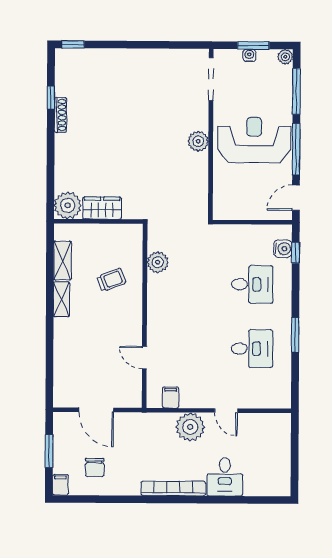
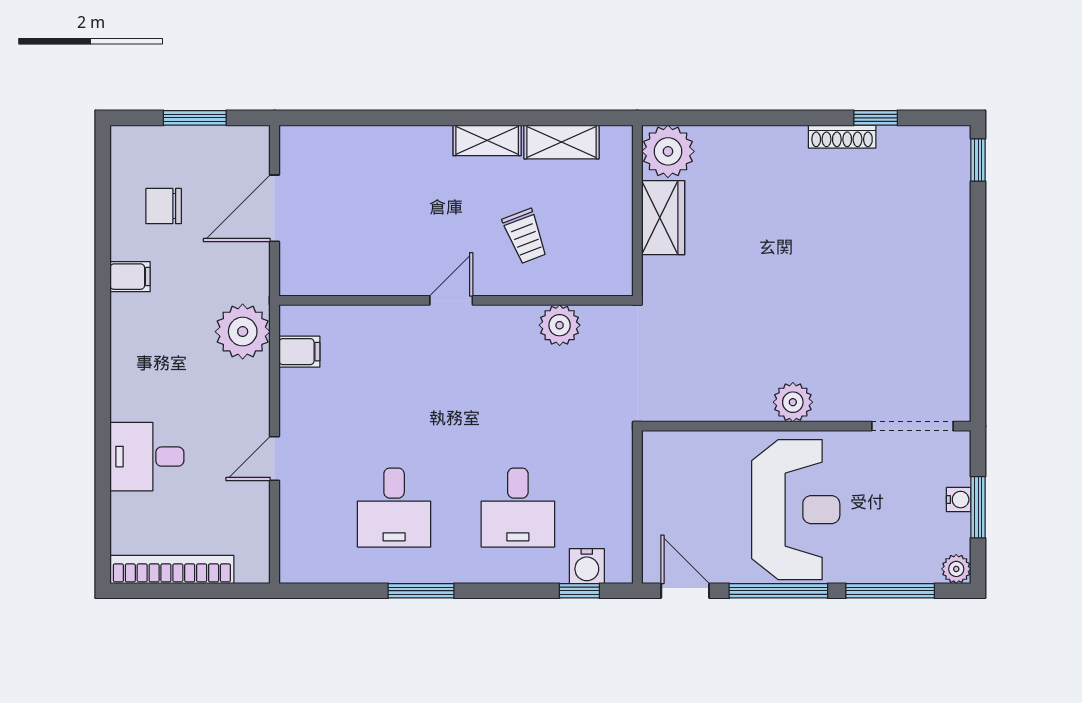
door: (144, 358) -> (451, 300), moved
plant: (190, 427) -> (243, 332), moved
filing cabinet: (60, 485) -> (130, 277), moved
bookcase: (173, 488) -> (172, 569), moved, turned -90

